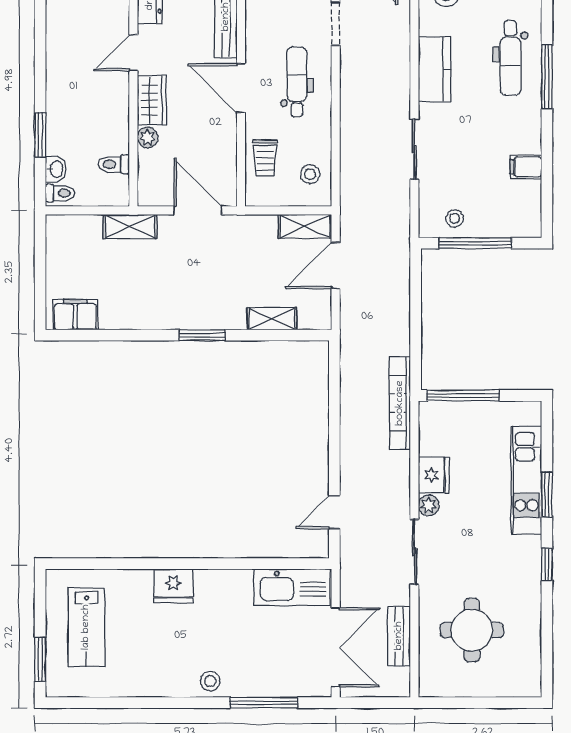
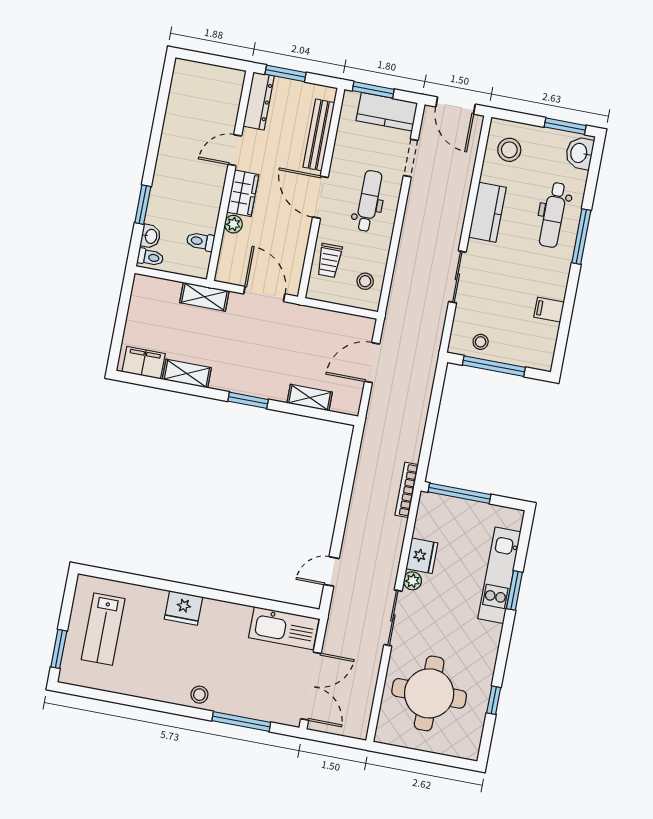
shelving: (305, 226) -> (187, 374), moved
bookcase: (400, 403) -> (407, 490), width x0.68, depth x0.76
window: (547, 565) -> (494, 700), moved
round table: (472, 630) -> (429, 693), width x1.36, depth x1.36
bench: (399, 636) -> (367, 687), removed

